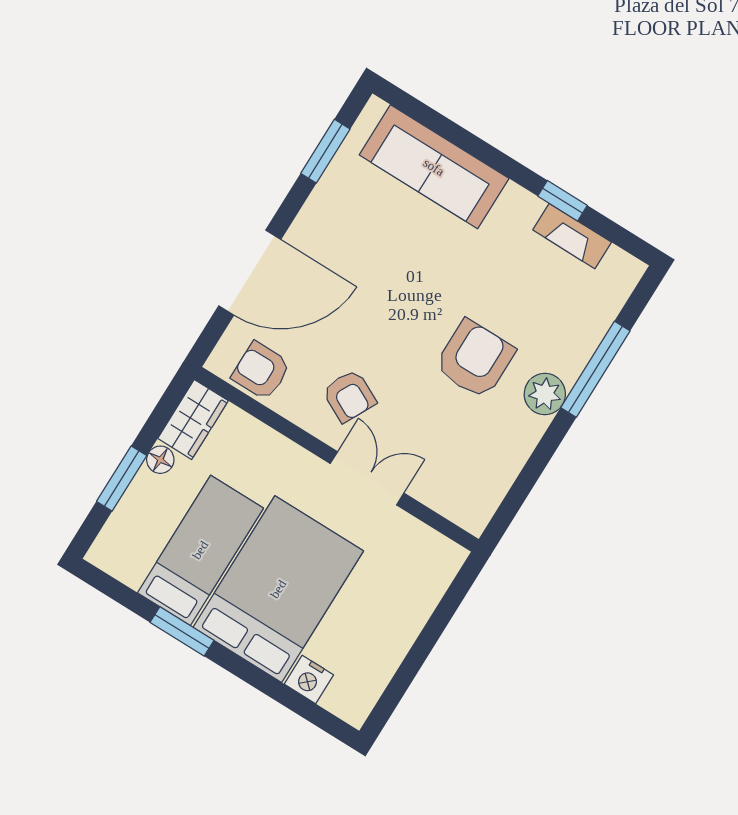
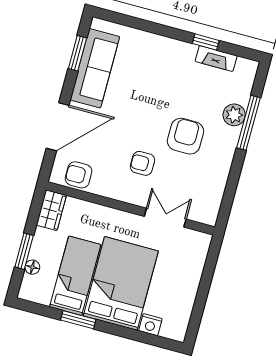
sofa: (434, 167) -> (95, 68), moved, turned -90
plant: (545, 394) -> (234, 115), moved
armchair: (349, 396) -> (142, 163), moved, turned 153
floor lamp: (160, 460) -> (32, 267), moved
double door: (367, 478) -> (165, 218), moved

